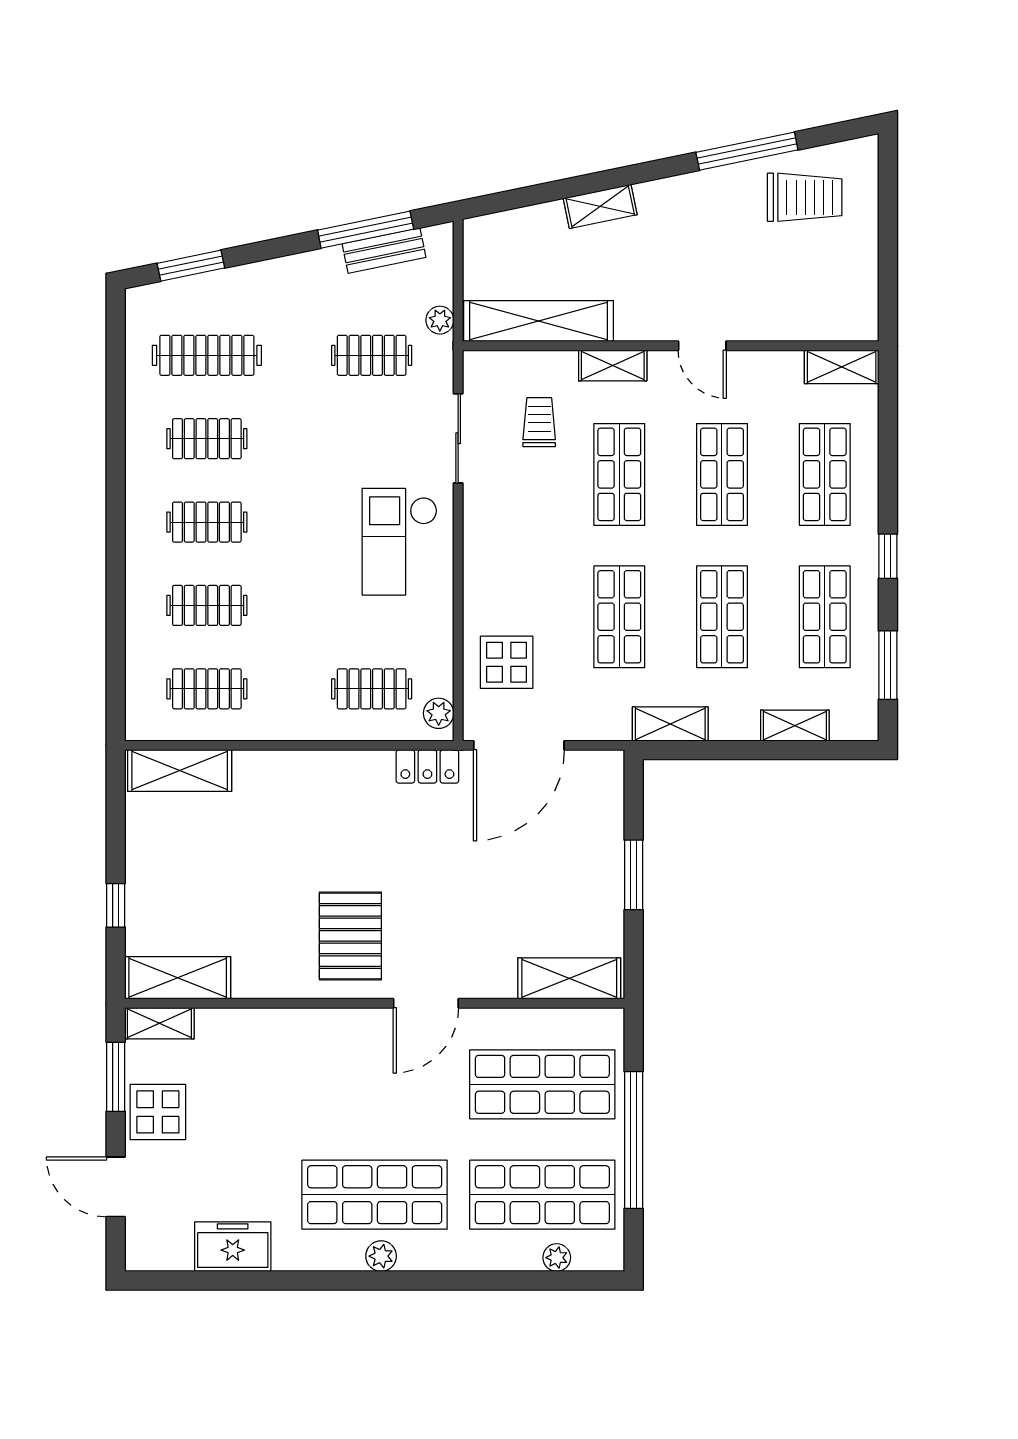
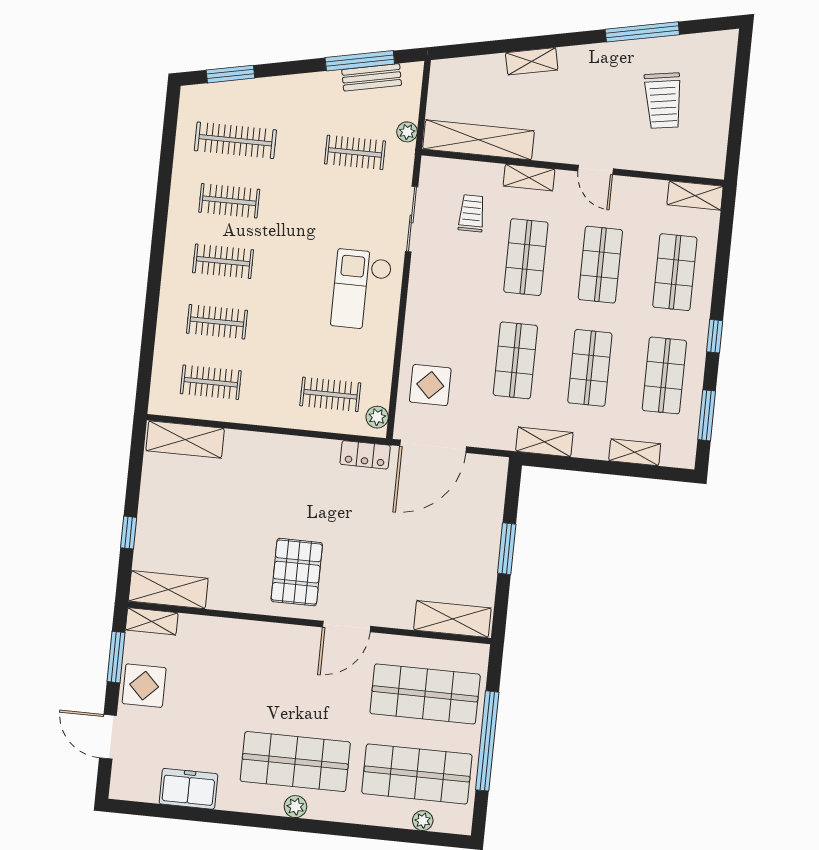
trolley: (805, 197) -> (663, 101), moved, turned 81

